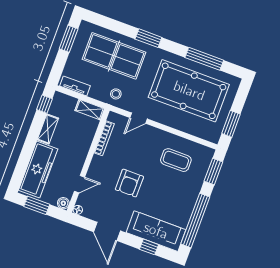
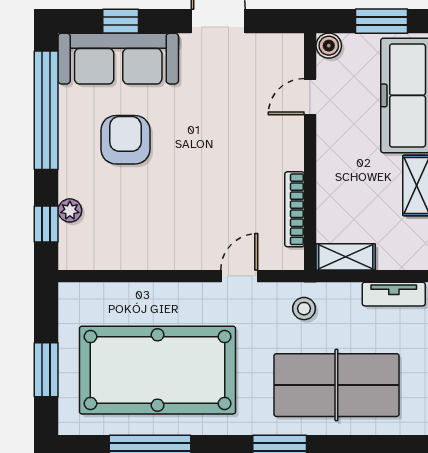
window: (231, 124) -> (46, 370), moved
coffee table: (176, 160) -> (131, 219), removed
window: (213, 171) -> (46, 224), width x0.67
plant: (201, 173) -> (70, 210), added
armchair: (129, 183) -> (125, 140), moved
floor lamp: (78, 210) -> (294, 43), removed

